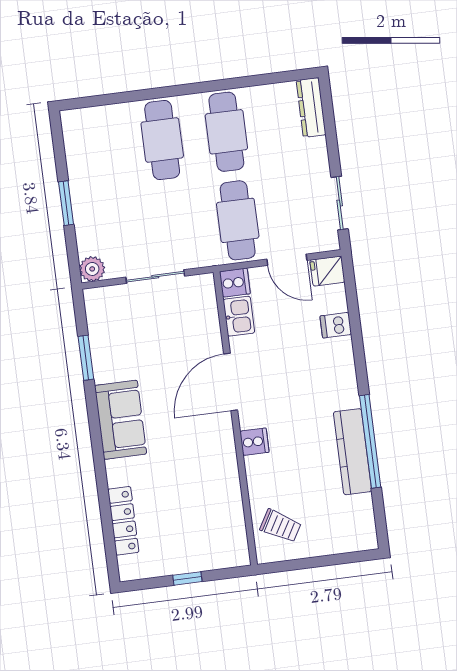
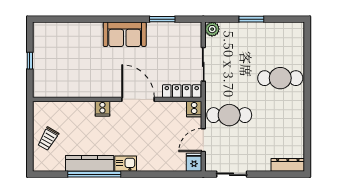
cafe table: (226, 132) -> (280, 115), removed
kitchen sink: (239, 316) -> (126, 164), moved, turned 180
dishwasher: (336, 325) -> (163, 163), removed
locker: (123, 521) -> (182, 91), moved, turned 180
trolley: (281, 526) -> (48, 139), moved

